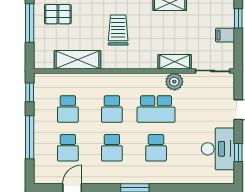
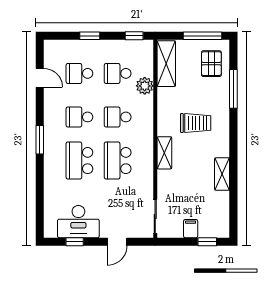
shelving: (78, 60) -> (166, 64), moved
shelving: (175, 62) -> (164, 153), moved
plant: (174, 82) -> (145, 86), moved
window: (30, 137) -> (90, 36), width x0.46
school desk: (156, 148) -> (79, 161), width x1.85

